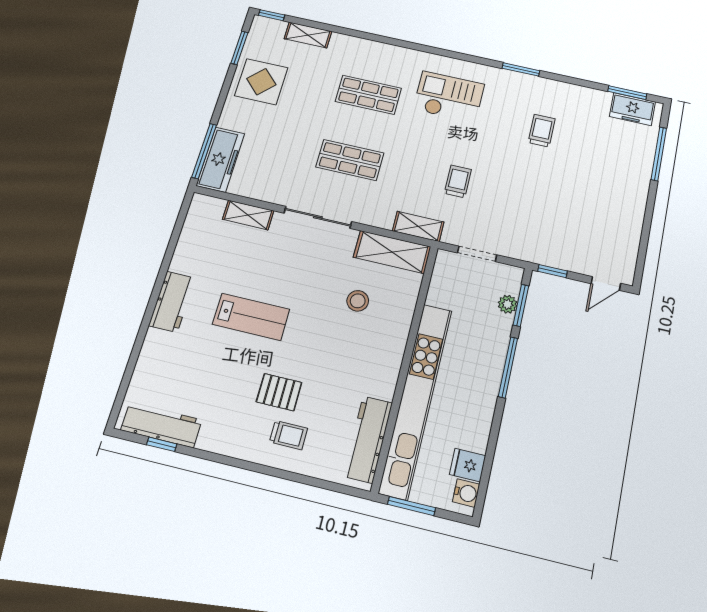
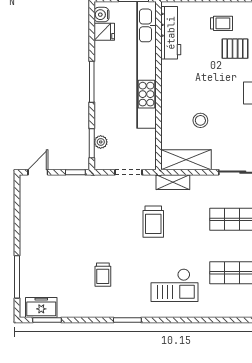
trolley: (458, 181) -> (153, 222), width x1.36, depth x1.39
window: (508, 367) -> (92, 82), moved
trolley: (288, 435) -> (221, 23), turned 180

